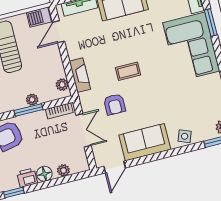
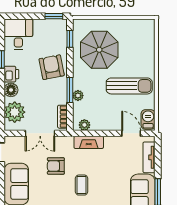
plant: (63, 170) -> (15, 112), width x1.88, depth x1.88

